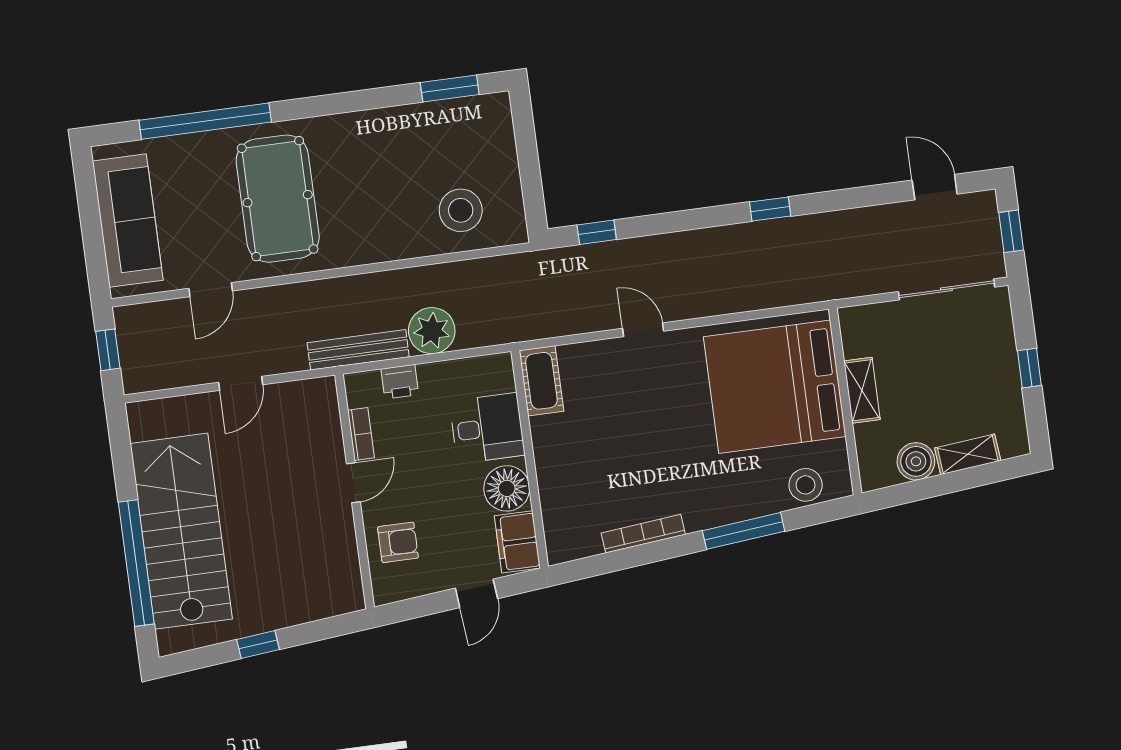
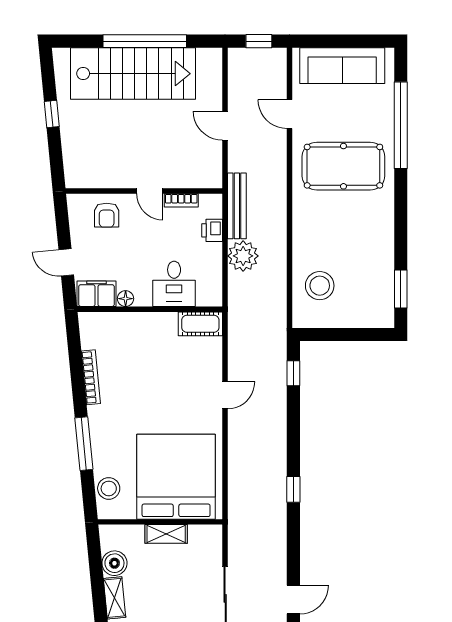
floor lamp: (507, 488) -> (126, 299), width x0.53, depth x0.53
window: (136, 563) -> (145, 41), moved

